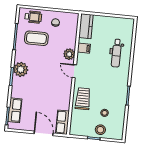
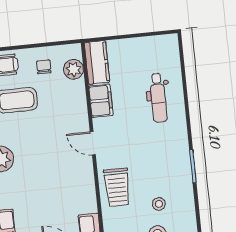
filing cabinet: (84, 48) -> (101, 101), width x2.00
plant: (69, 54) -> (73, 69), moved
trolley: (83, 99) -> (117, 187), turned 180

